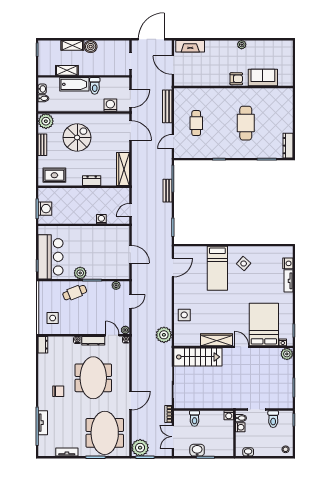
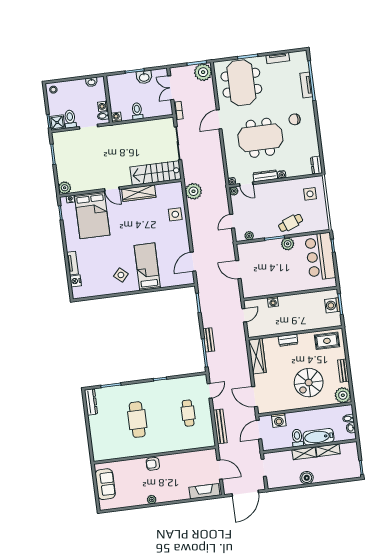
shelving: (72, 45) -> (304, 453), moved
sofa: (263, 78) -> (105, 484), moved, turned -90
meeting table: (93, 378) -> (260, 138), turned 90
shower: (286, 417) -> (57, 123), added
toilet: (195, 419) -> (137, 111), moved
double door: (173, 437) -> (171, 88), swing flipped

